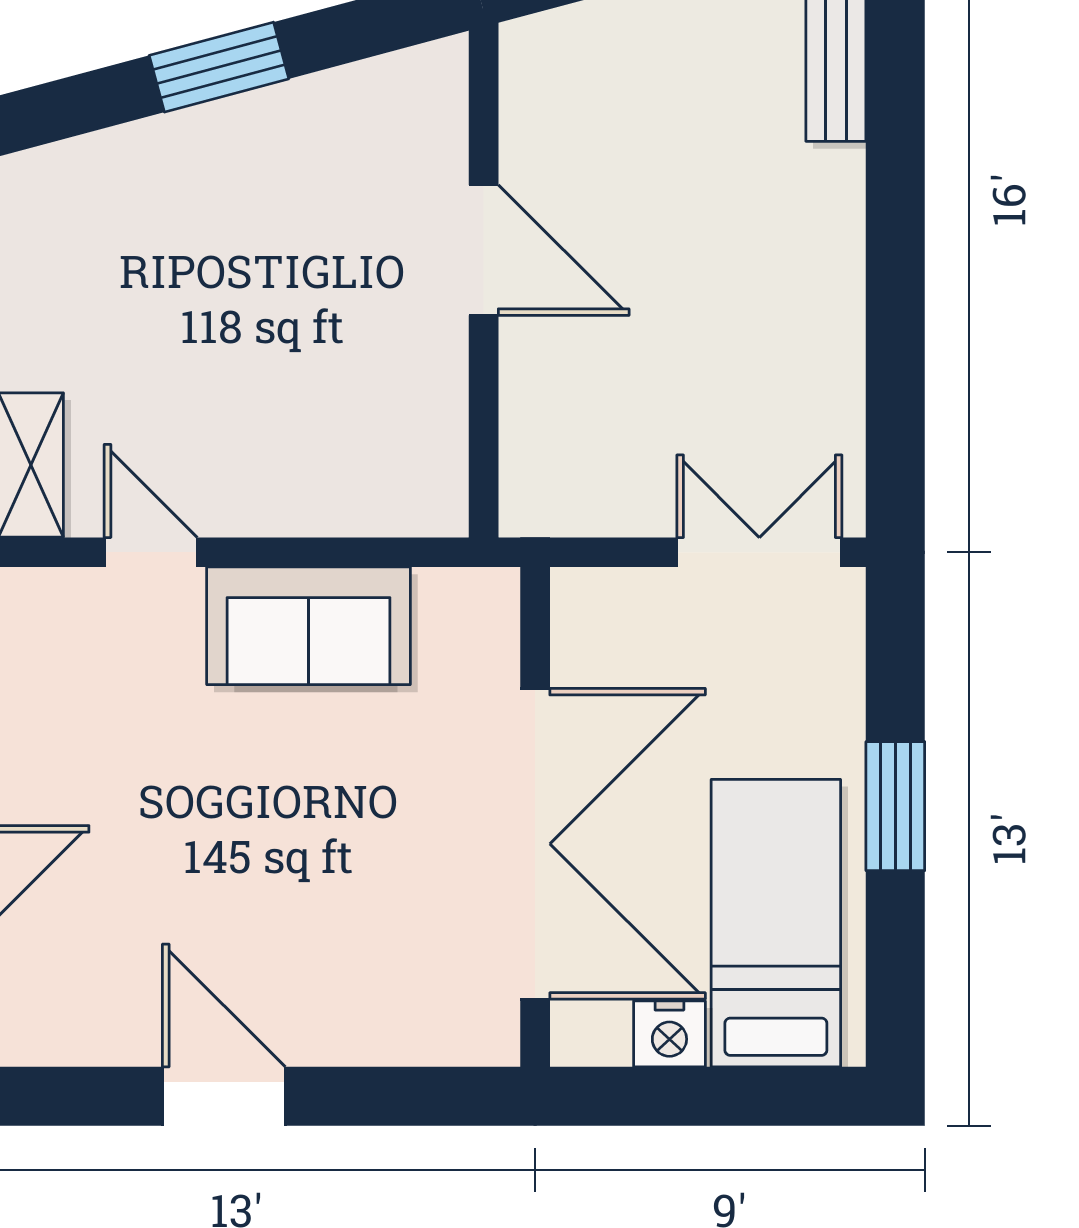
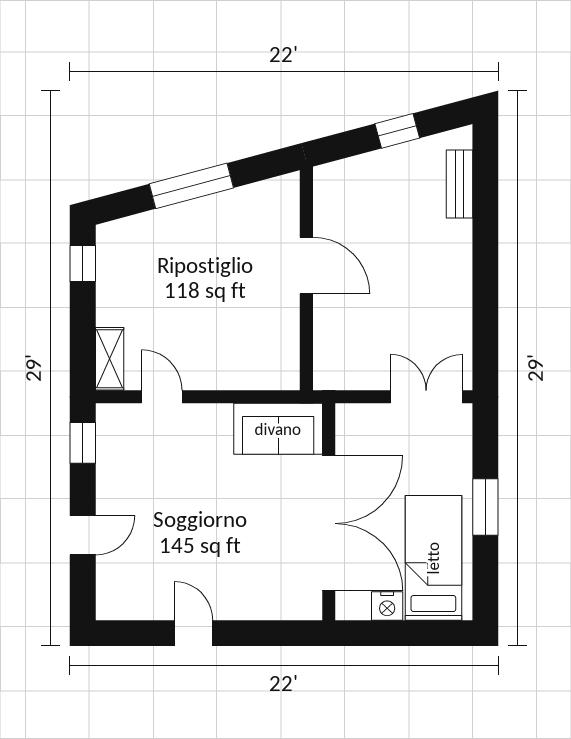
window: (219, 67) -> (191, 186), width x1.44
sofa: (308, 626) -> (278, 429), moved
door: (224, 1096) -> (193, 633), width x0.73

